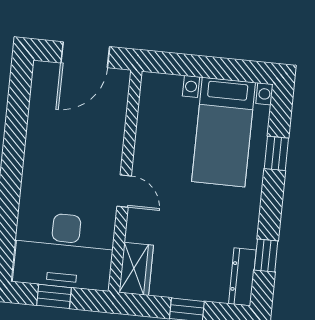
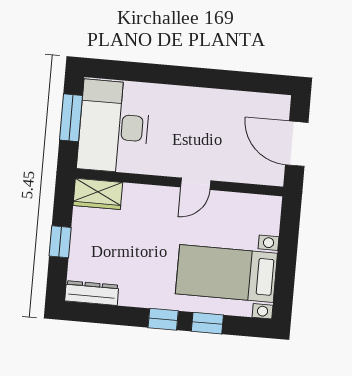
door: (124, 191) -> (196, 184), moved
window: (266, 255) -> (163, 319), moved
window: (54, 296) -> (71, 118), width x1.50

